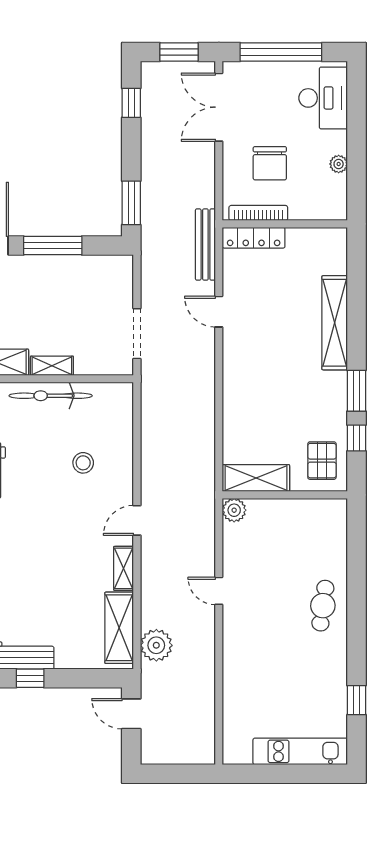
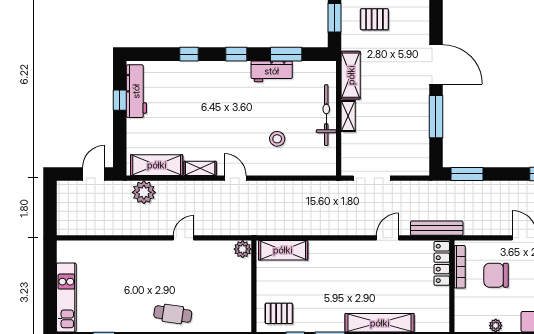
shelving: (256, 478) -> (283, 250), moved, turned 90

